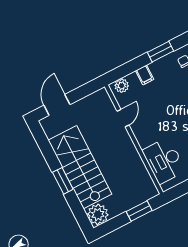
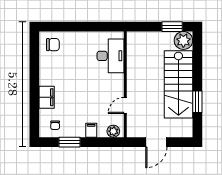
door: (57, 105) -> (156, 142), moved
window: (63, 181) -> (197, 102), moved
window: (139, 211) -> (172, 27), moved

